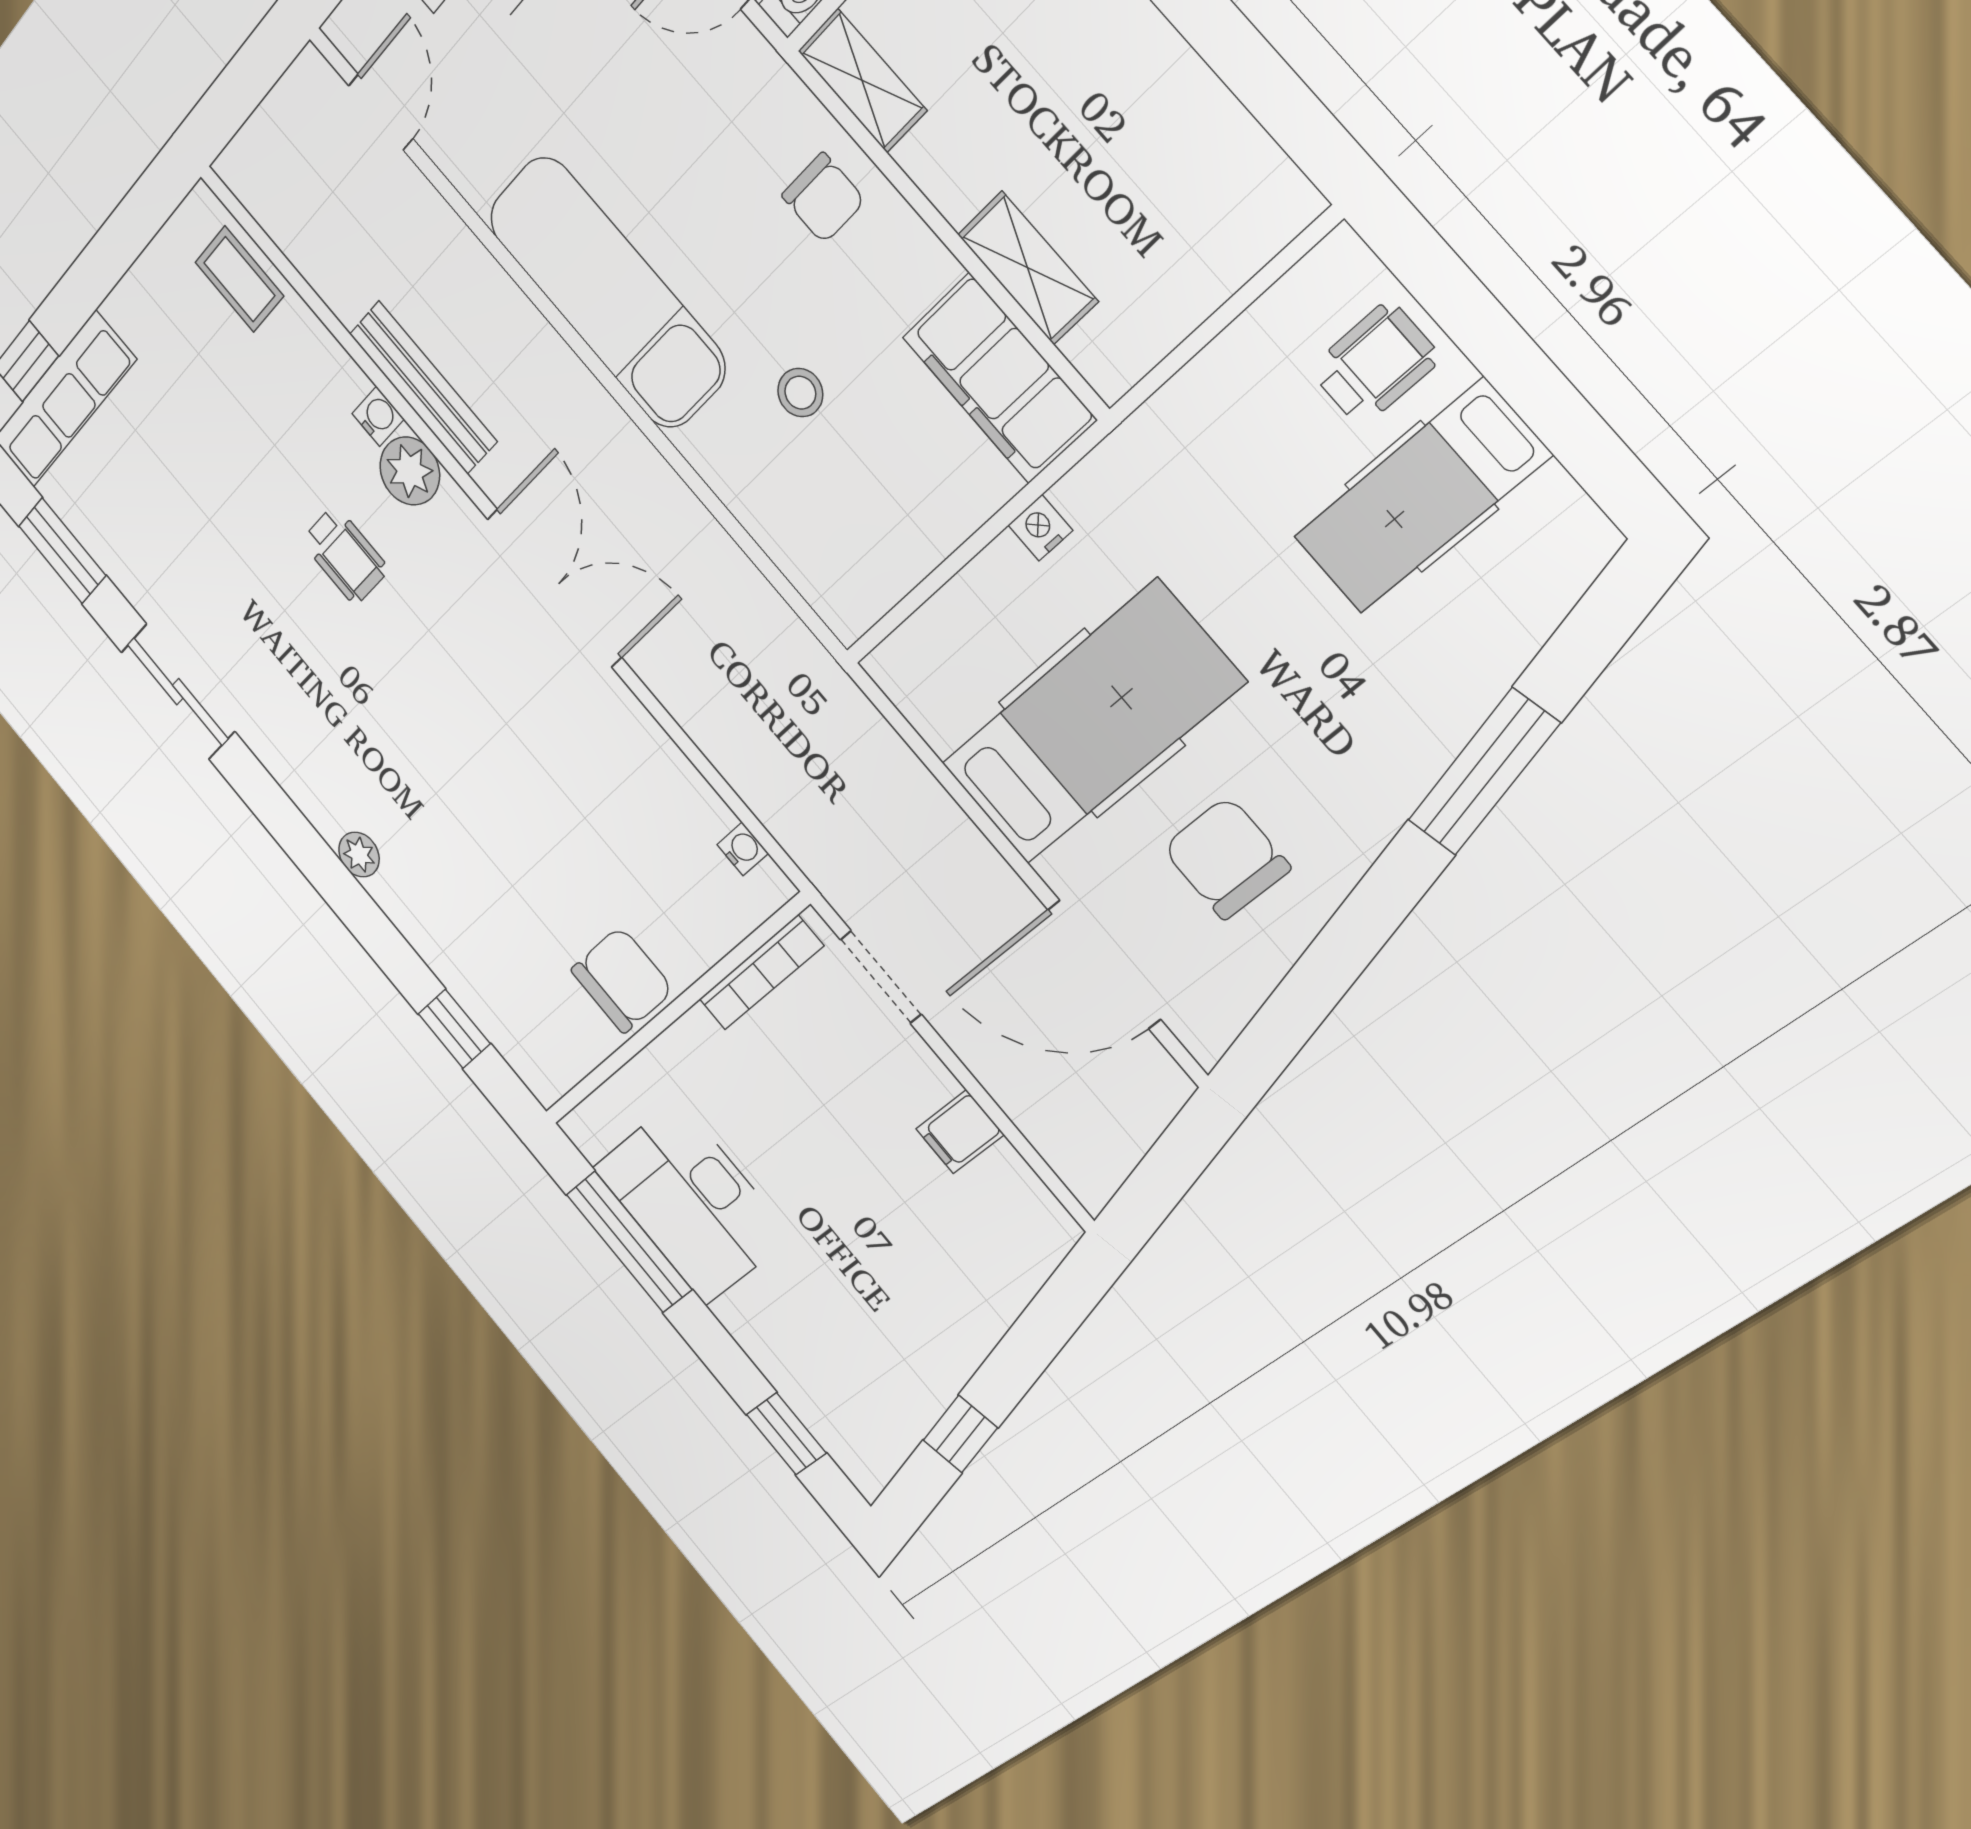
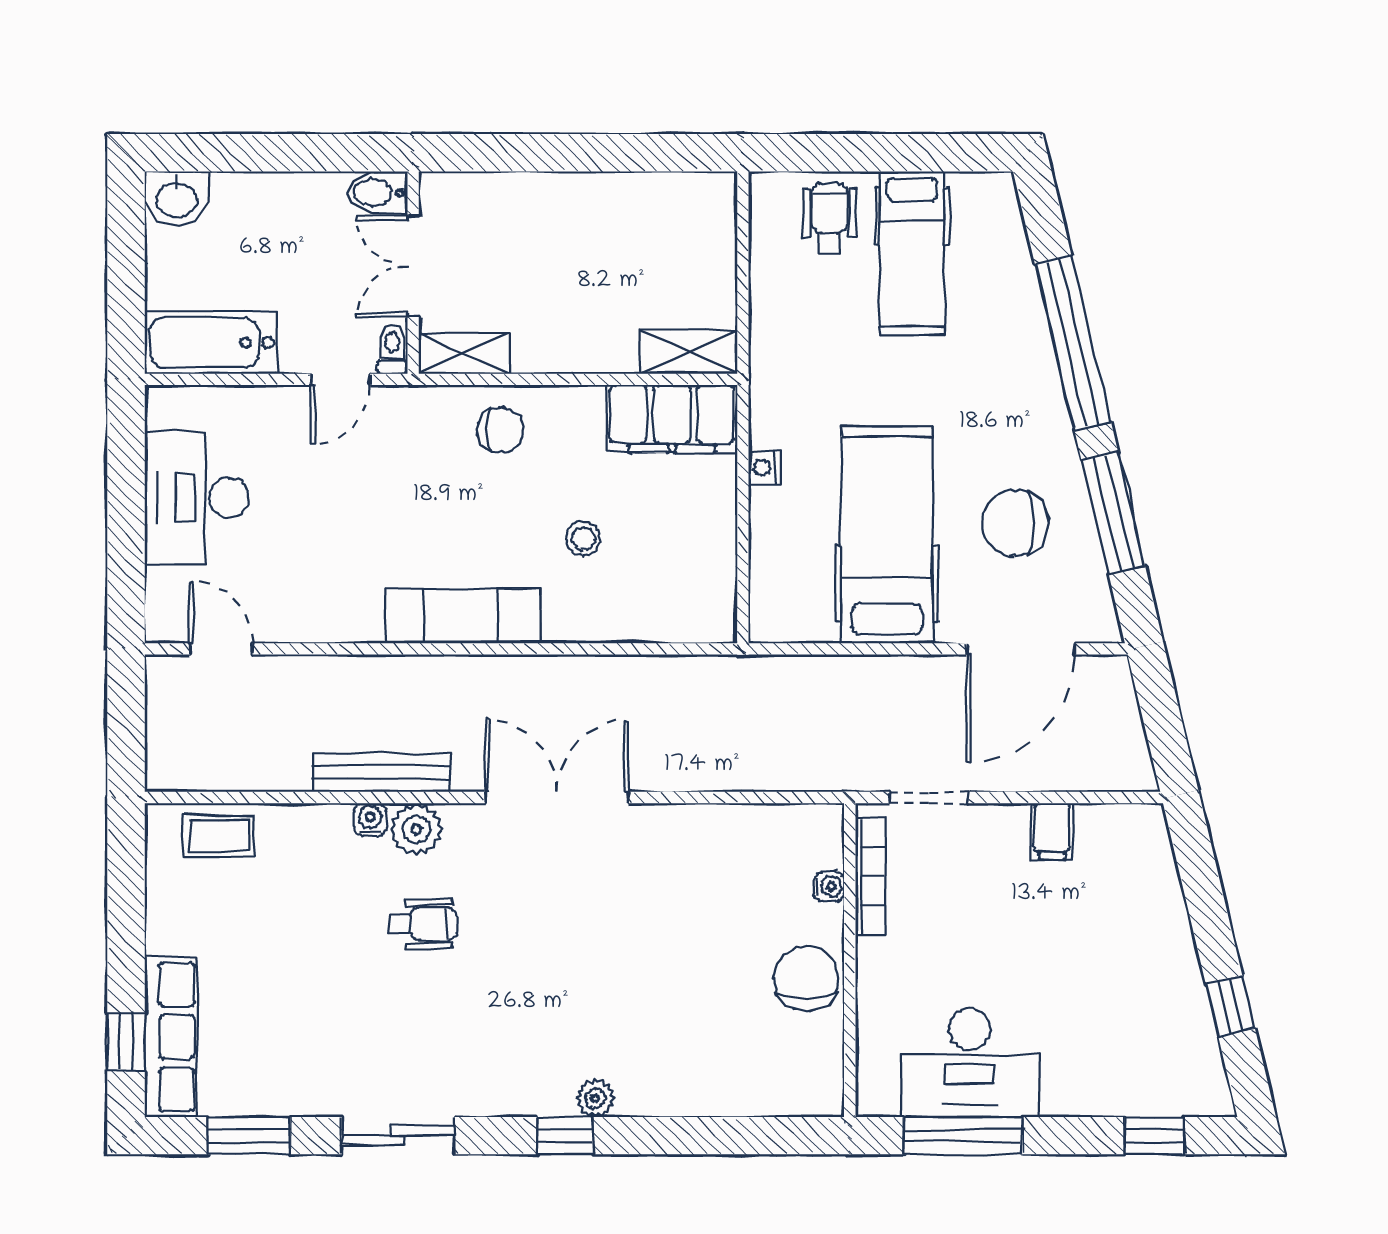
shelving: (1028, 268) -> (689, 352), moved
exam couch: (607, 293) -> (463, 616), width x0.73, depth x0.69
window: (1483, 772) -> (1073, 343), width x1.46
water cooler: (743, 849) -> (829, 886), moved, turned 90
window: (1333, 962) -> (1113, 513), added
window: (454, 1029) -> (565, 1136), moved

